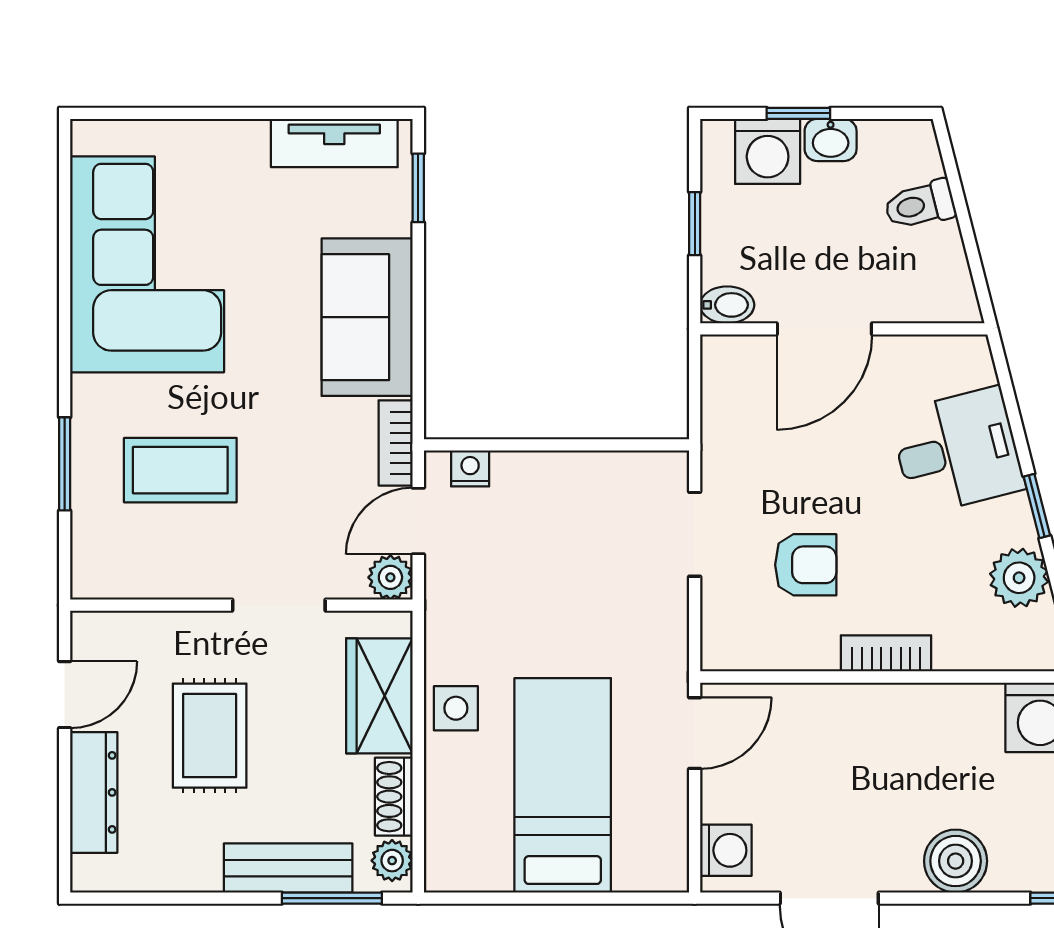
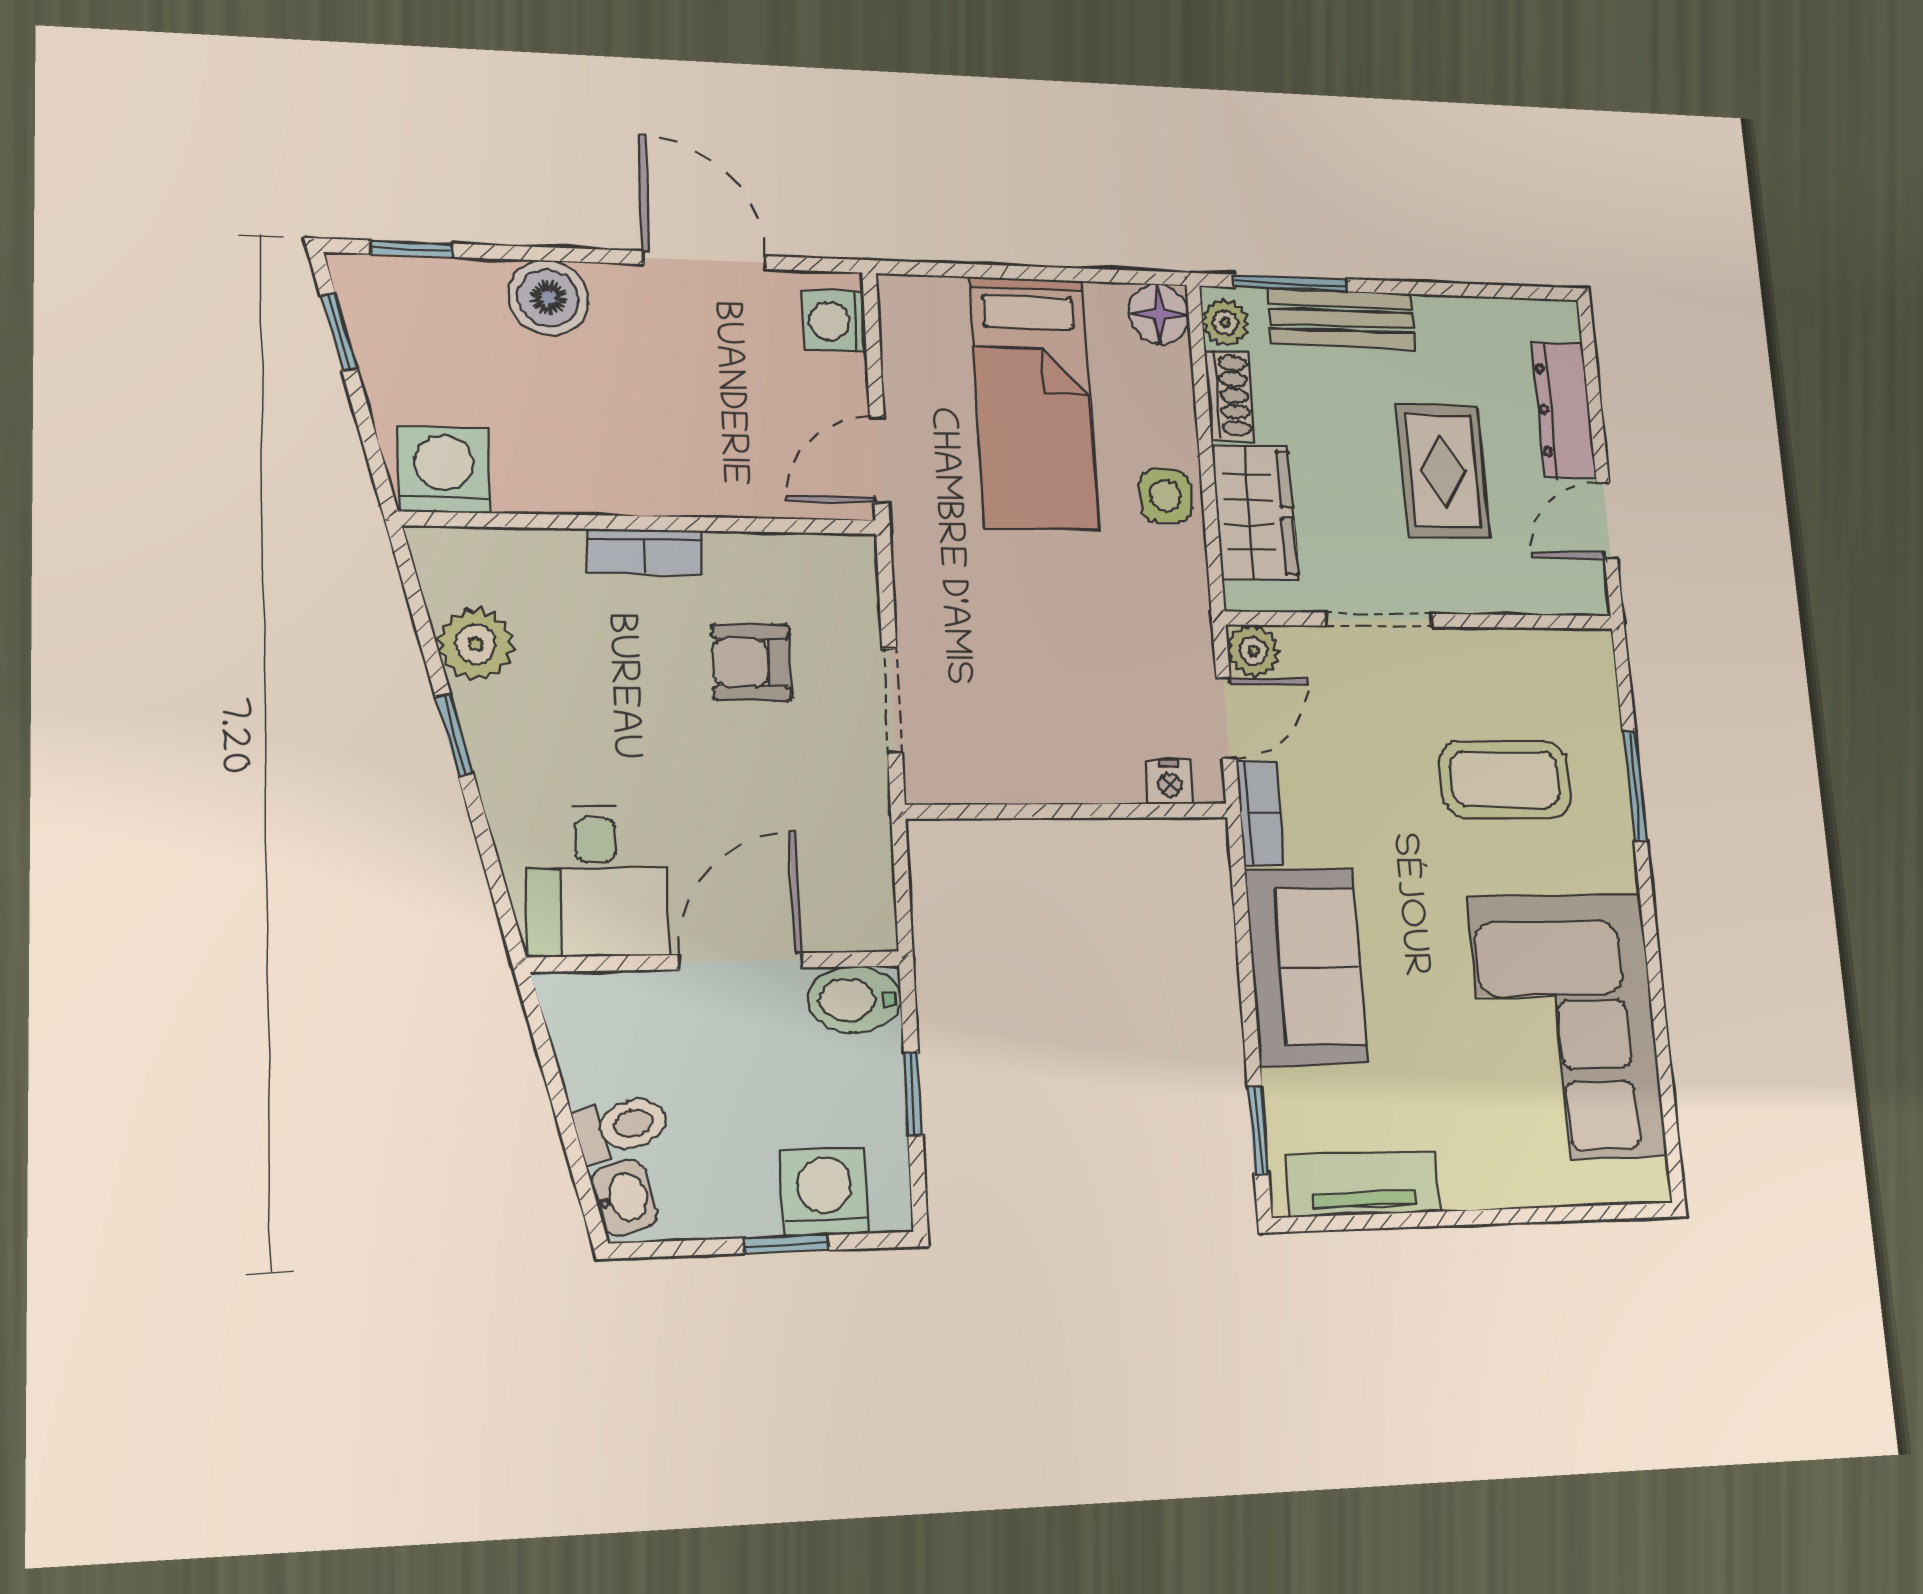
washbasin: (831, 140) -> (624, 1198), moved, turned 76
bidet: (727, 305) -> (854, 999), width x1.38, depth x1.36
desk: (957, 451) -> (597, 881), moved, turned -76
floor lamp: (450, 866) -> (1159, 314), added

